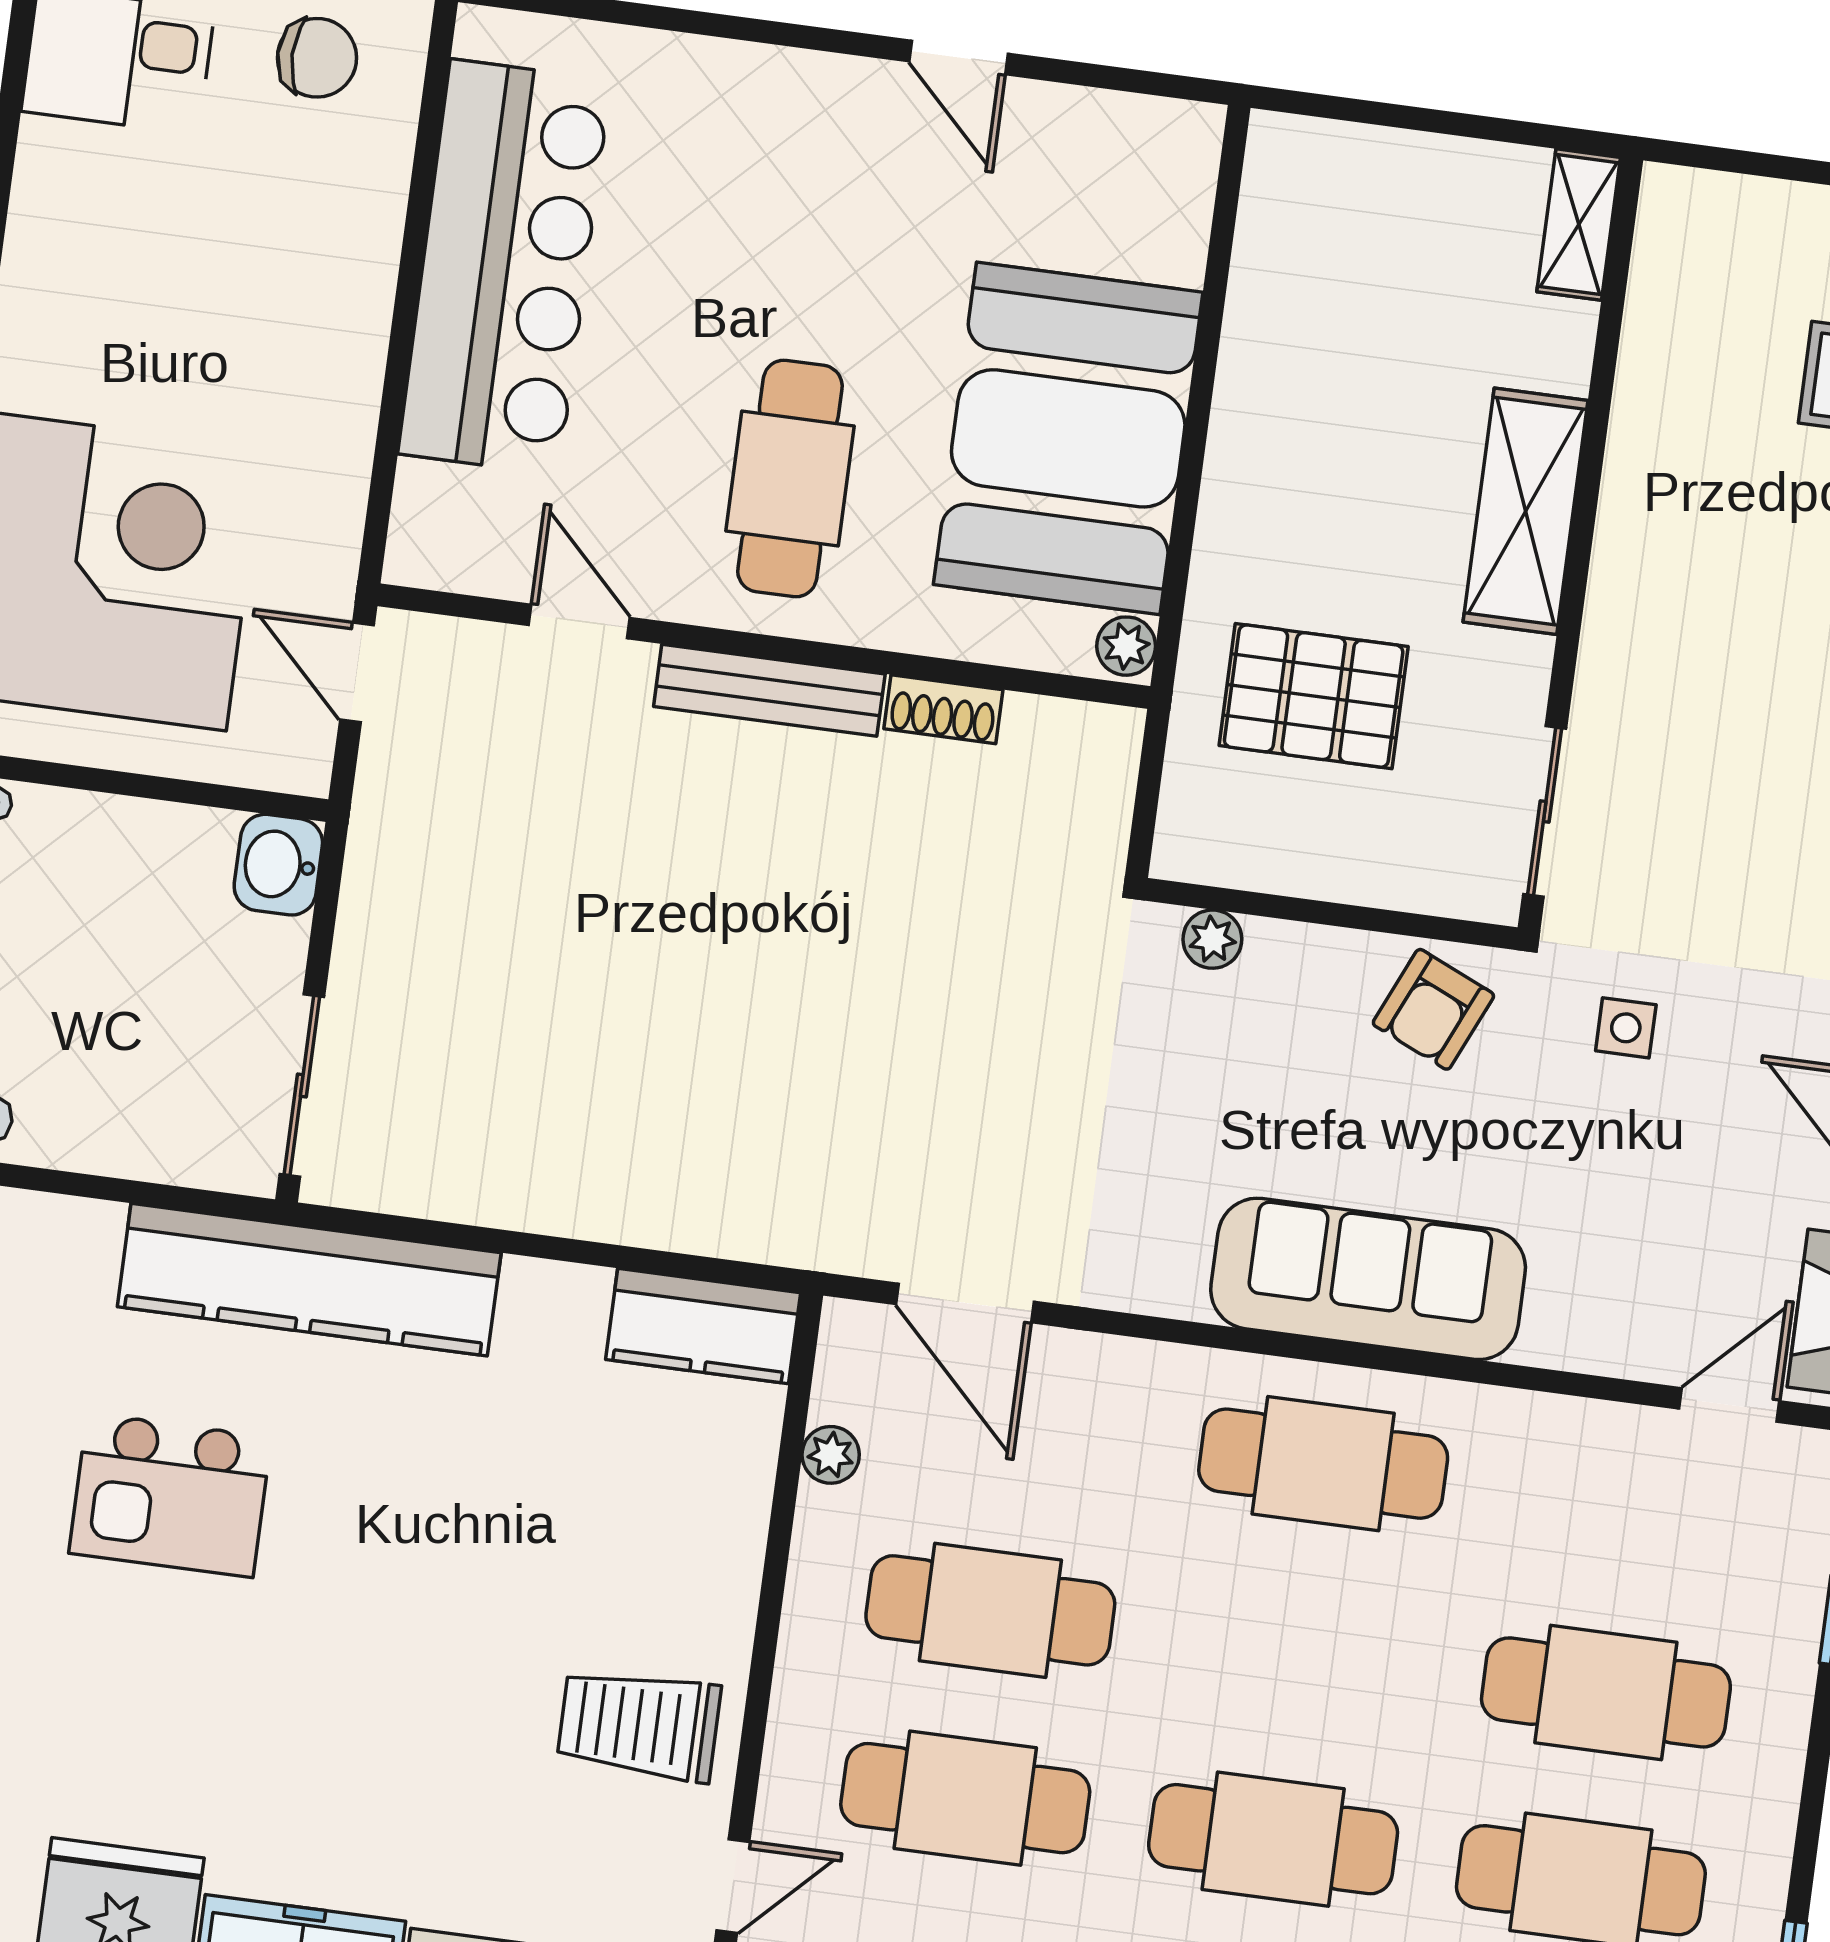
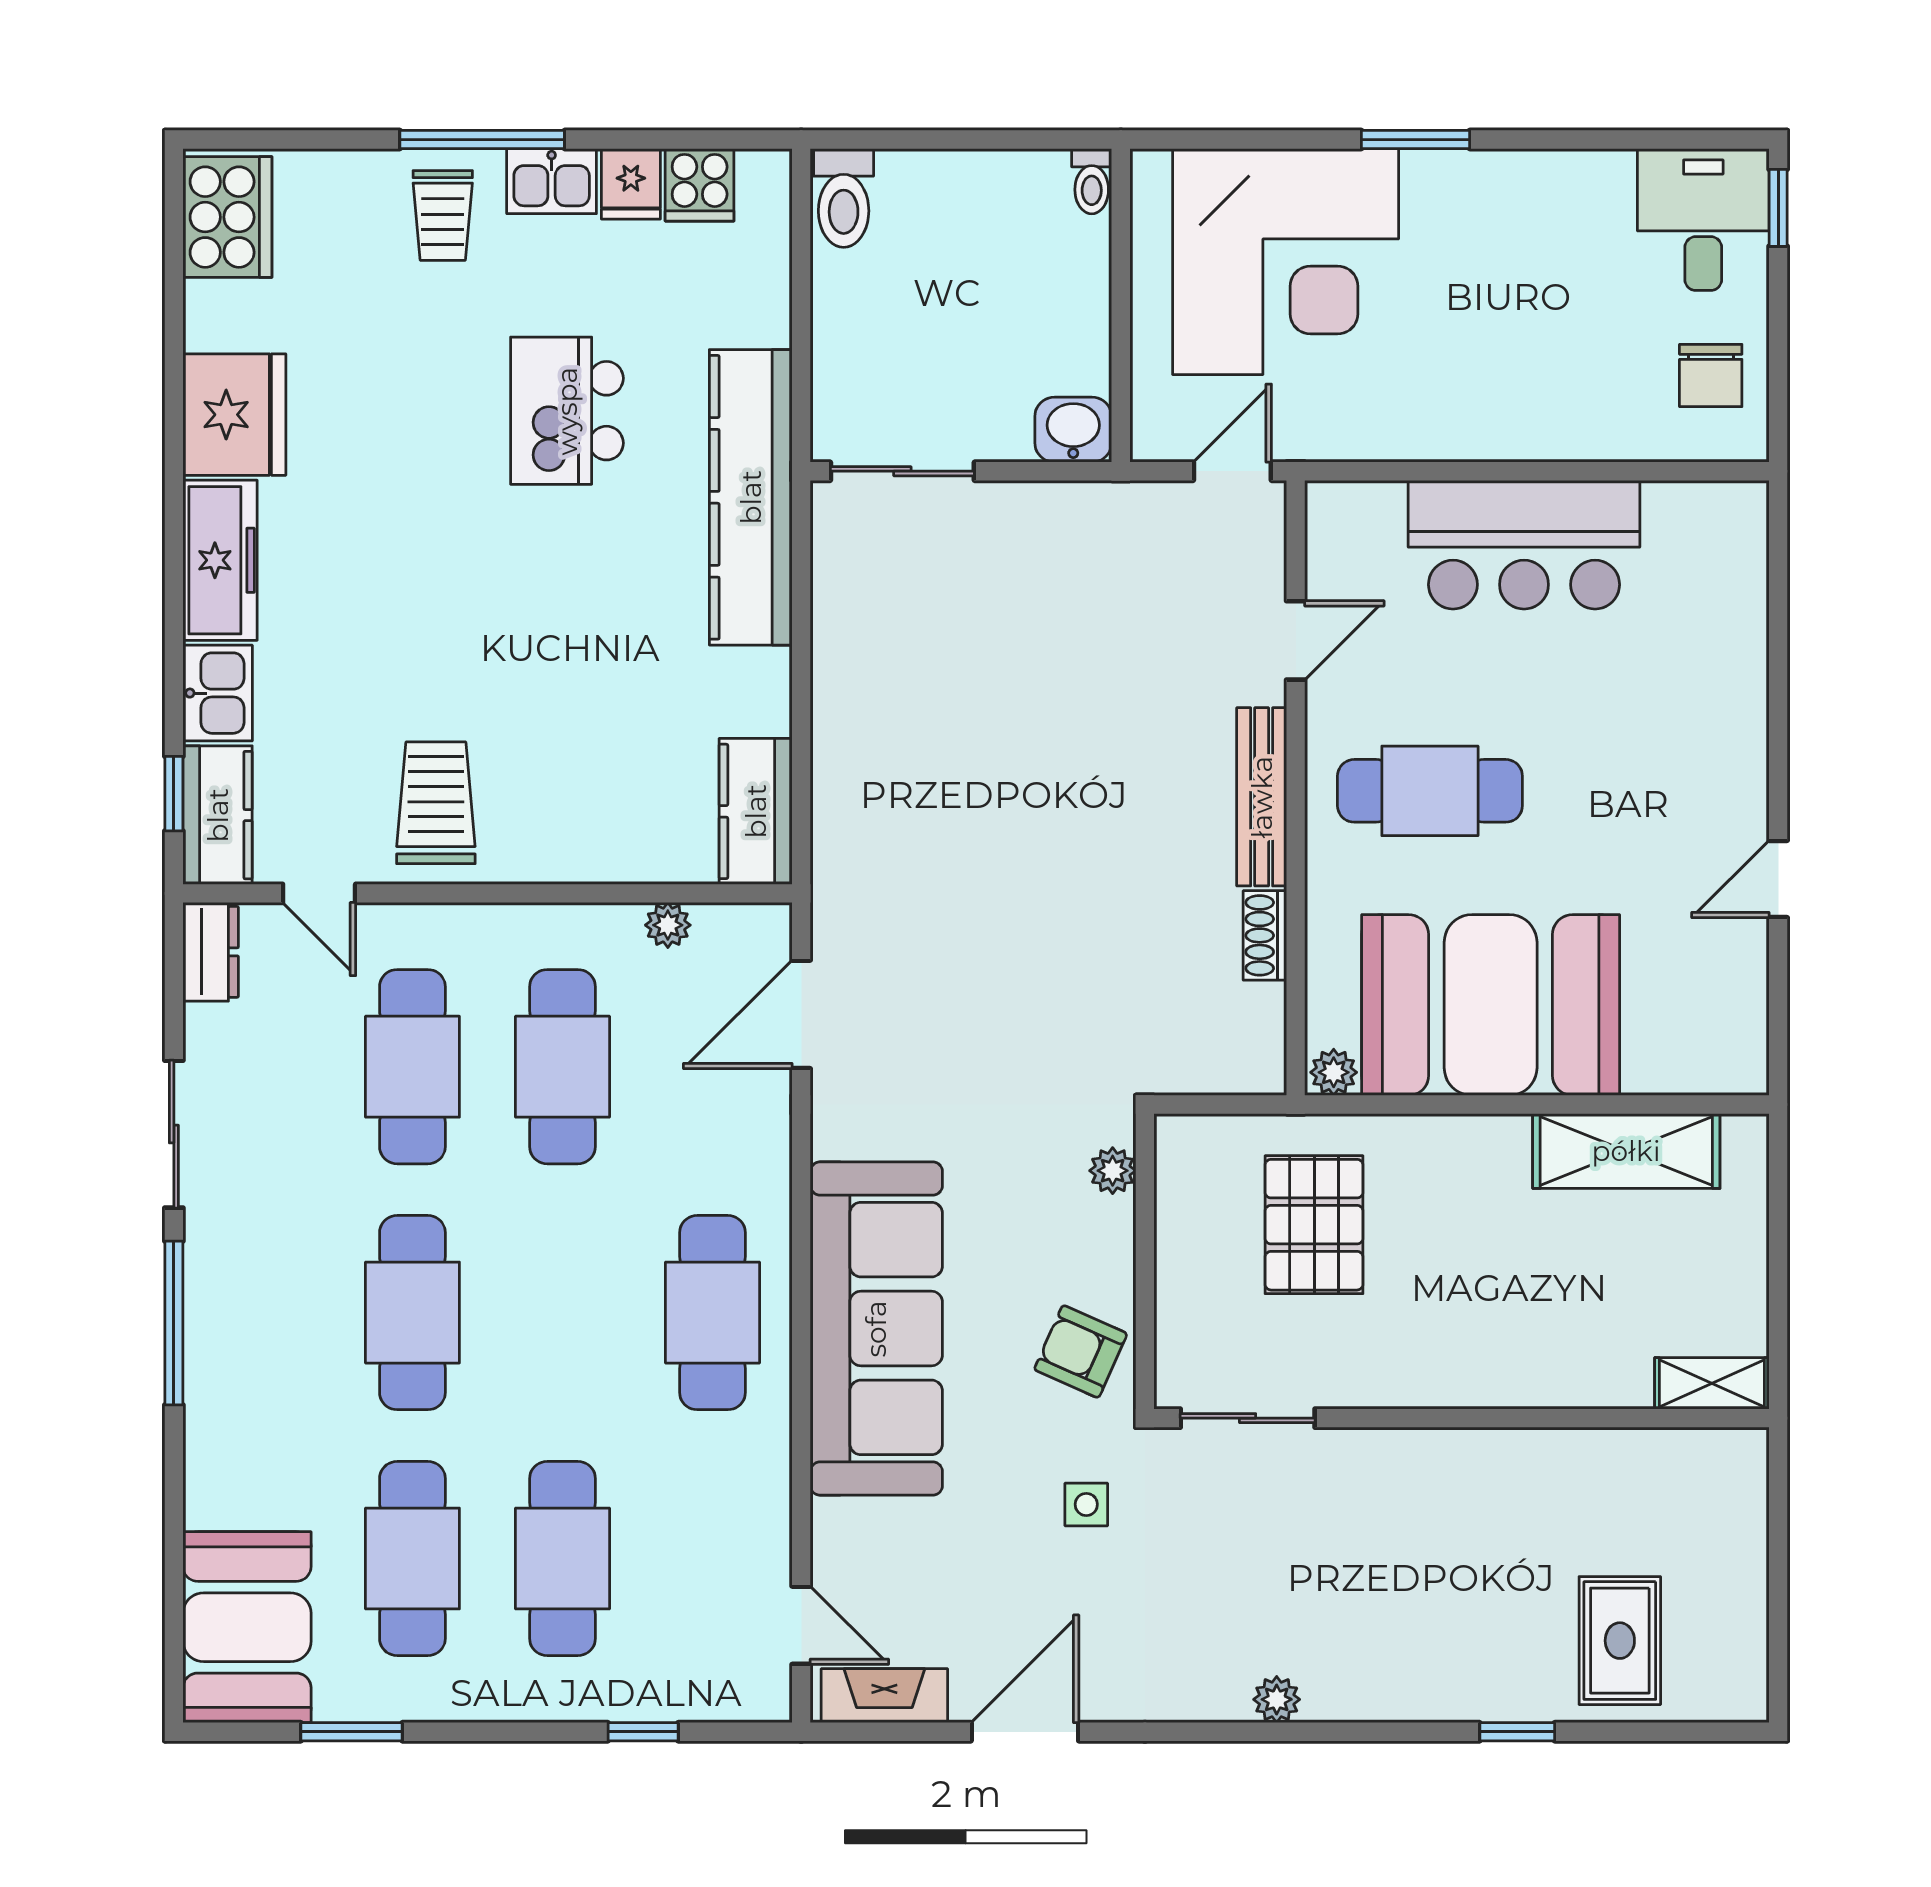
bar counter: (505, 267) -> (1524, 545), width x0.73
shelving: (1526, 511) -> (1626, 1151), moved
sofa: (1368, 1279) -> (876, 1329), width x1.36, depth x1.27

